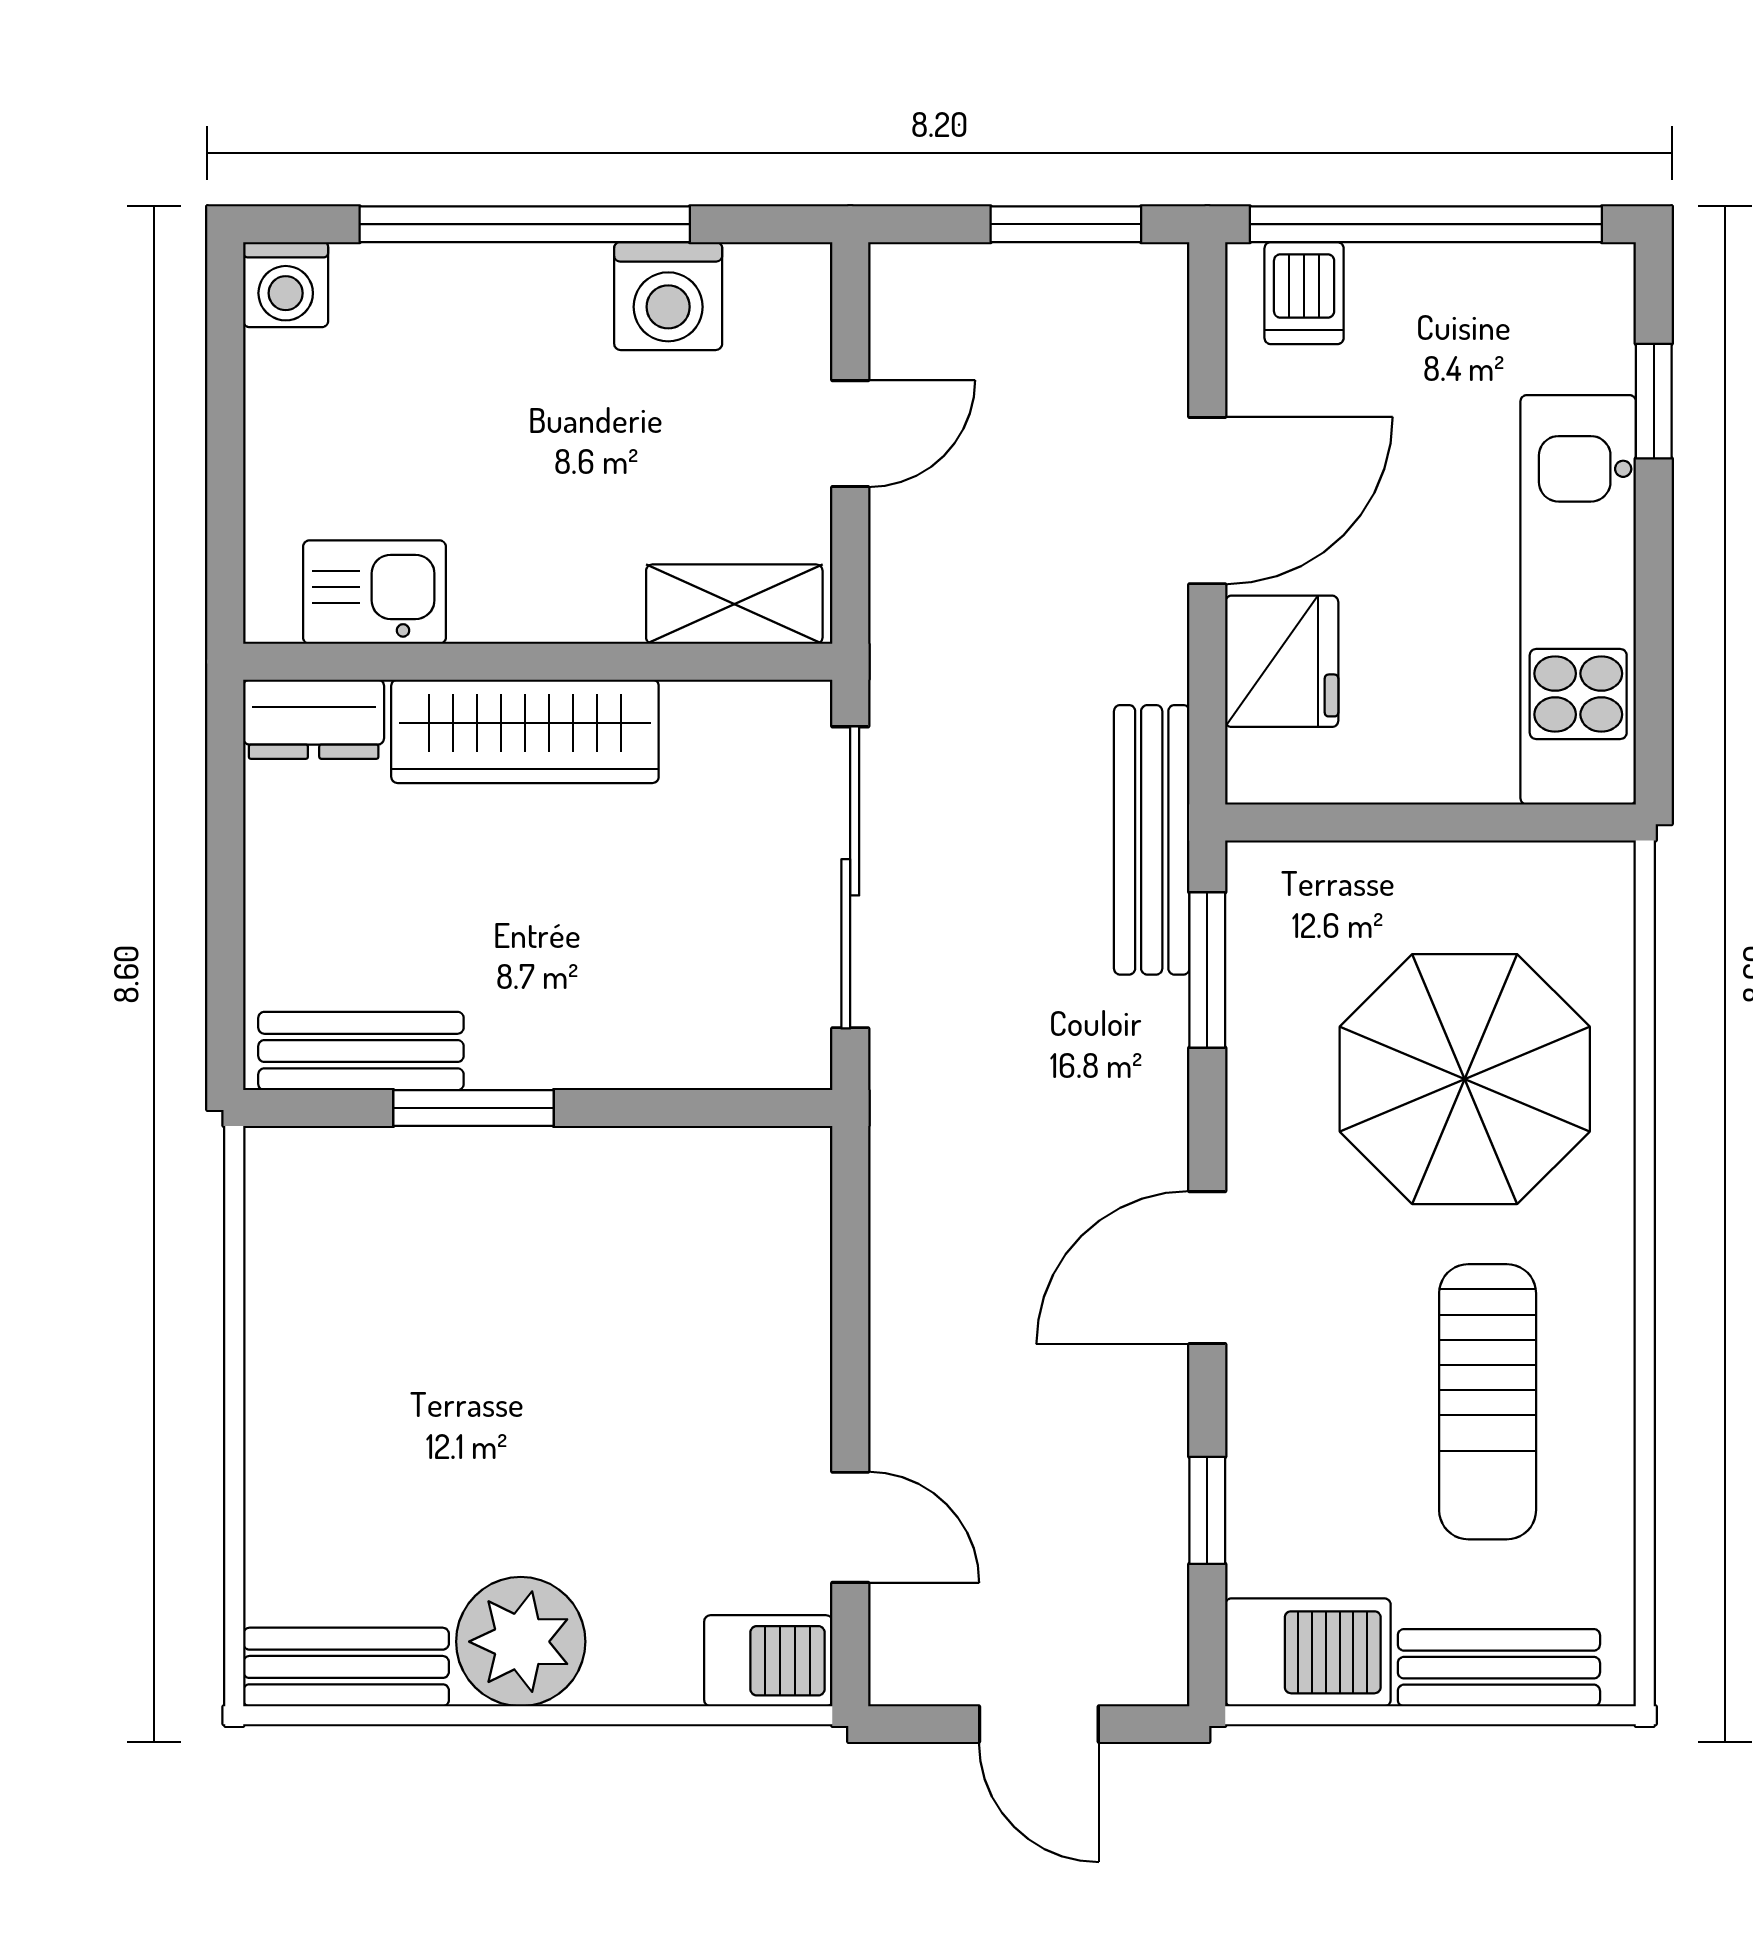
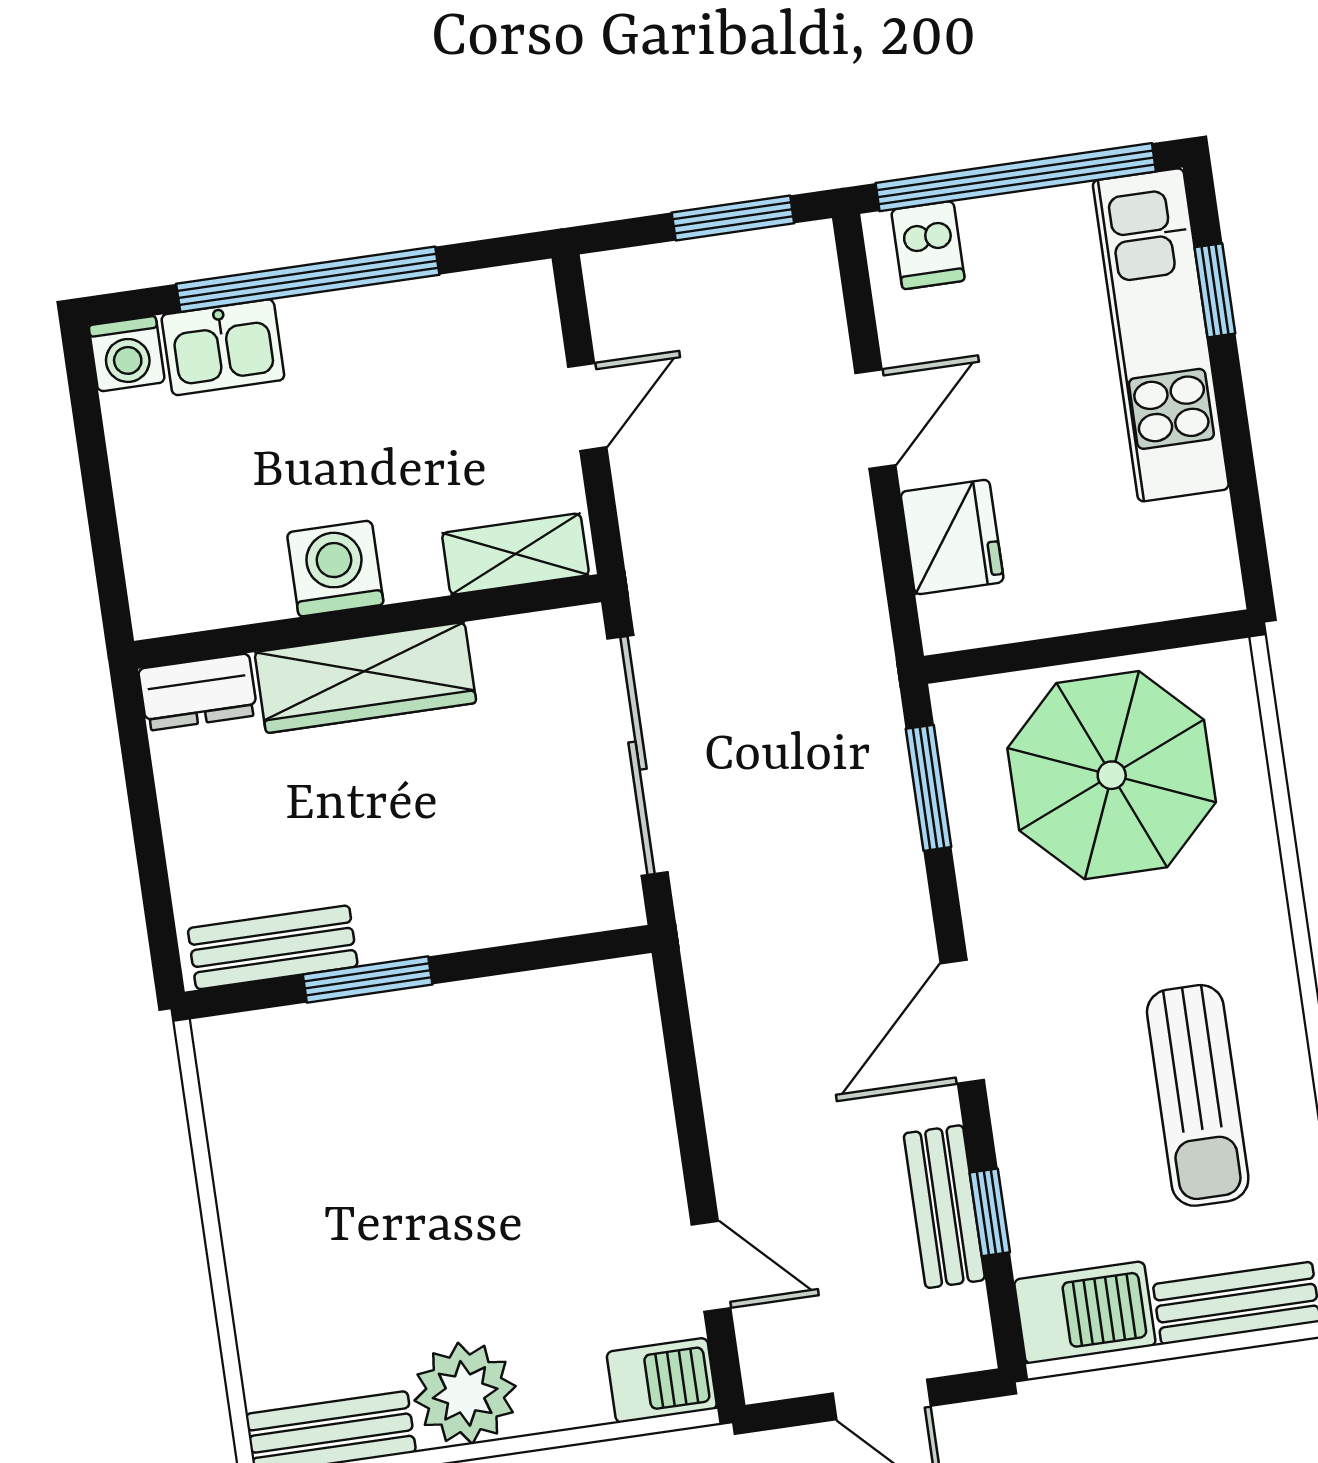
washing machine: (668, 296) -> (335, 569), moved, turned 180
door: (1207, 501) -> (875, 419), width x0.73
kitchen sink: (374, 592) -> (223, 347), moved, turned 180
kitchen unit: (1578, 600) -> (1161, 335), moved
bench: (1152, 840) -> (944, 1207), moved, width x0.73
parasol: (1465, 1079) -> (1112, 775), moved

